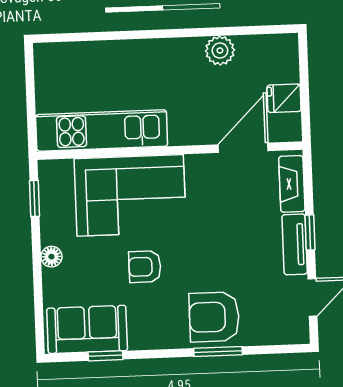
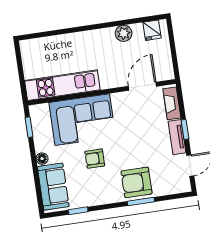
fridge: (284, 98) -> (152, 30), moved, turned -90
sofa: (87, 329) -> (53, 187), moved, turned 90

